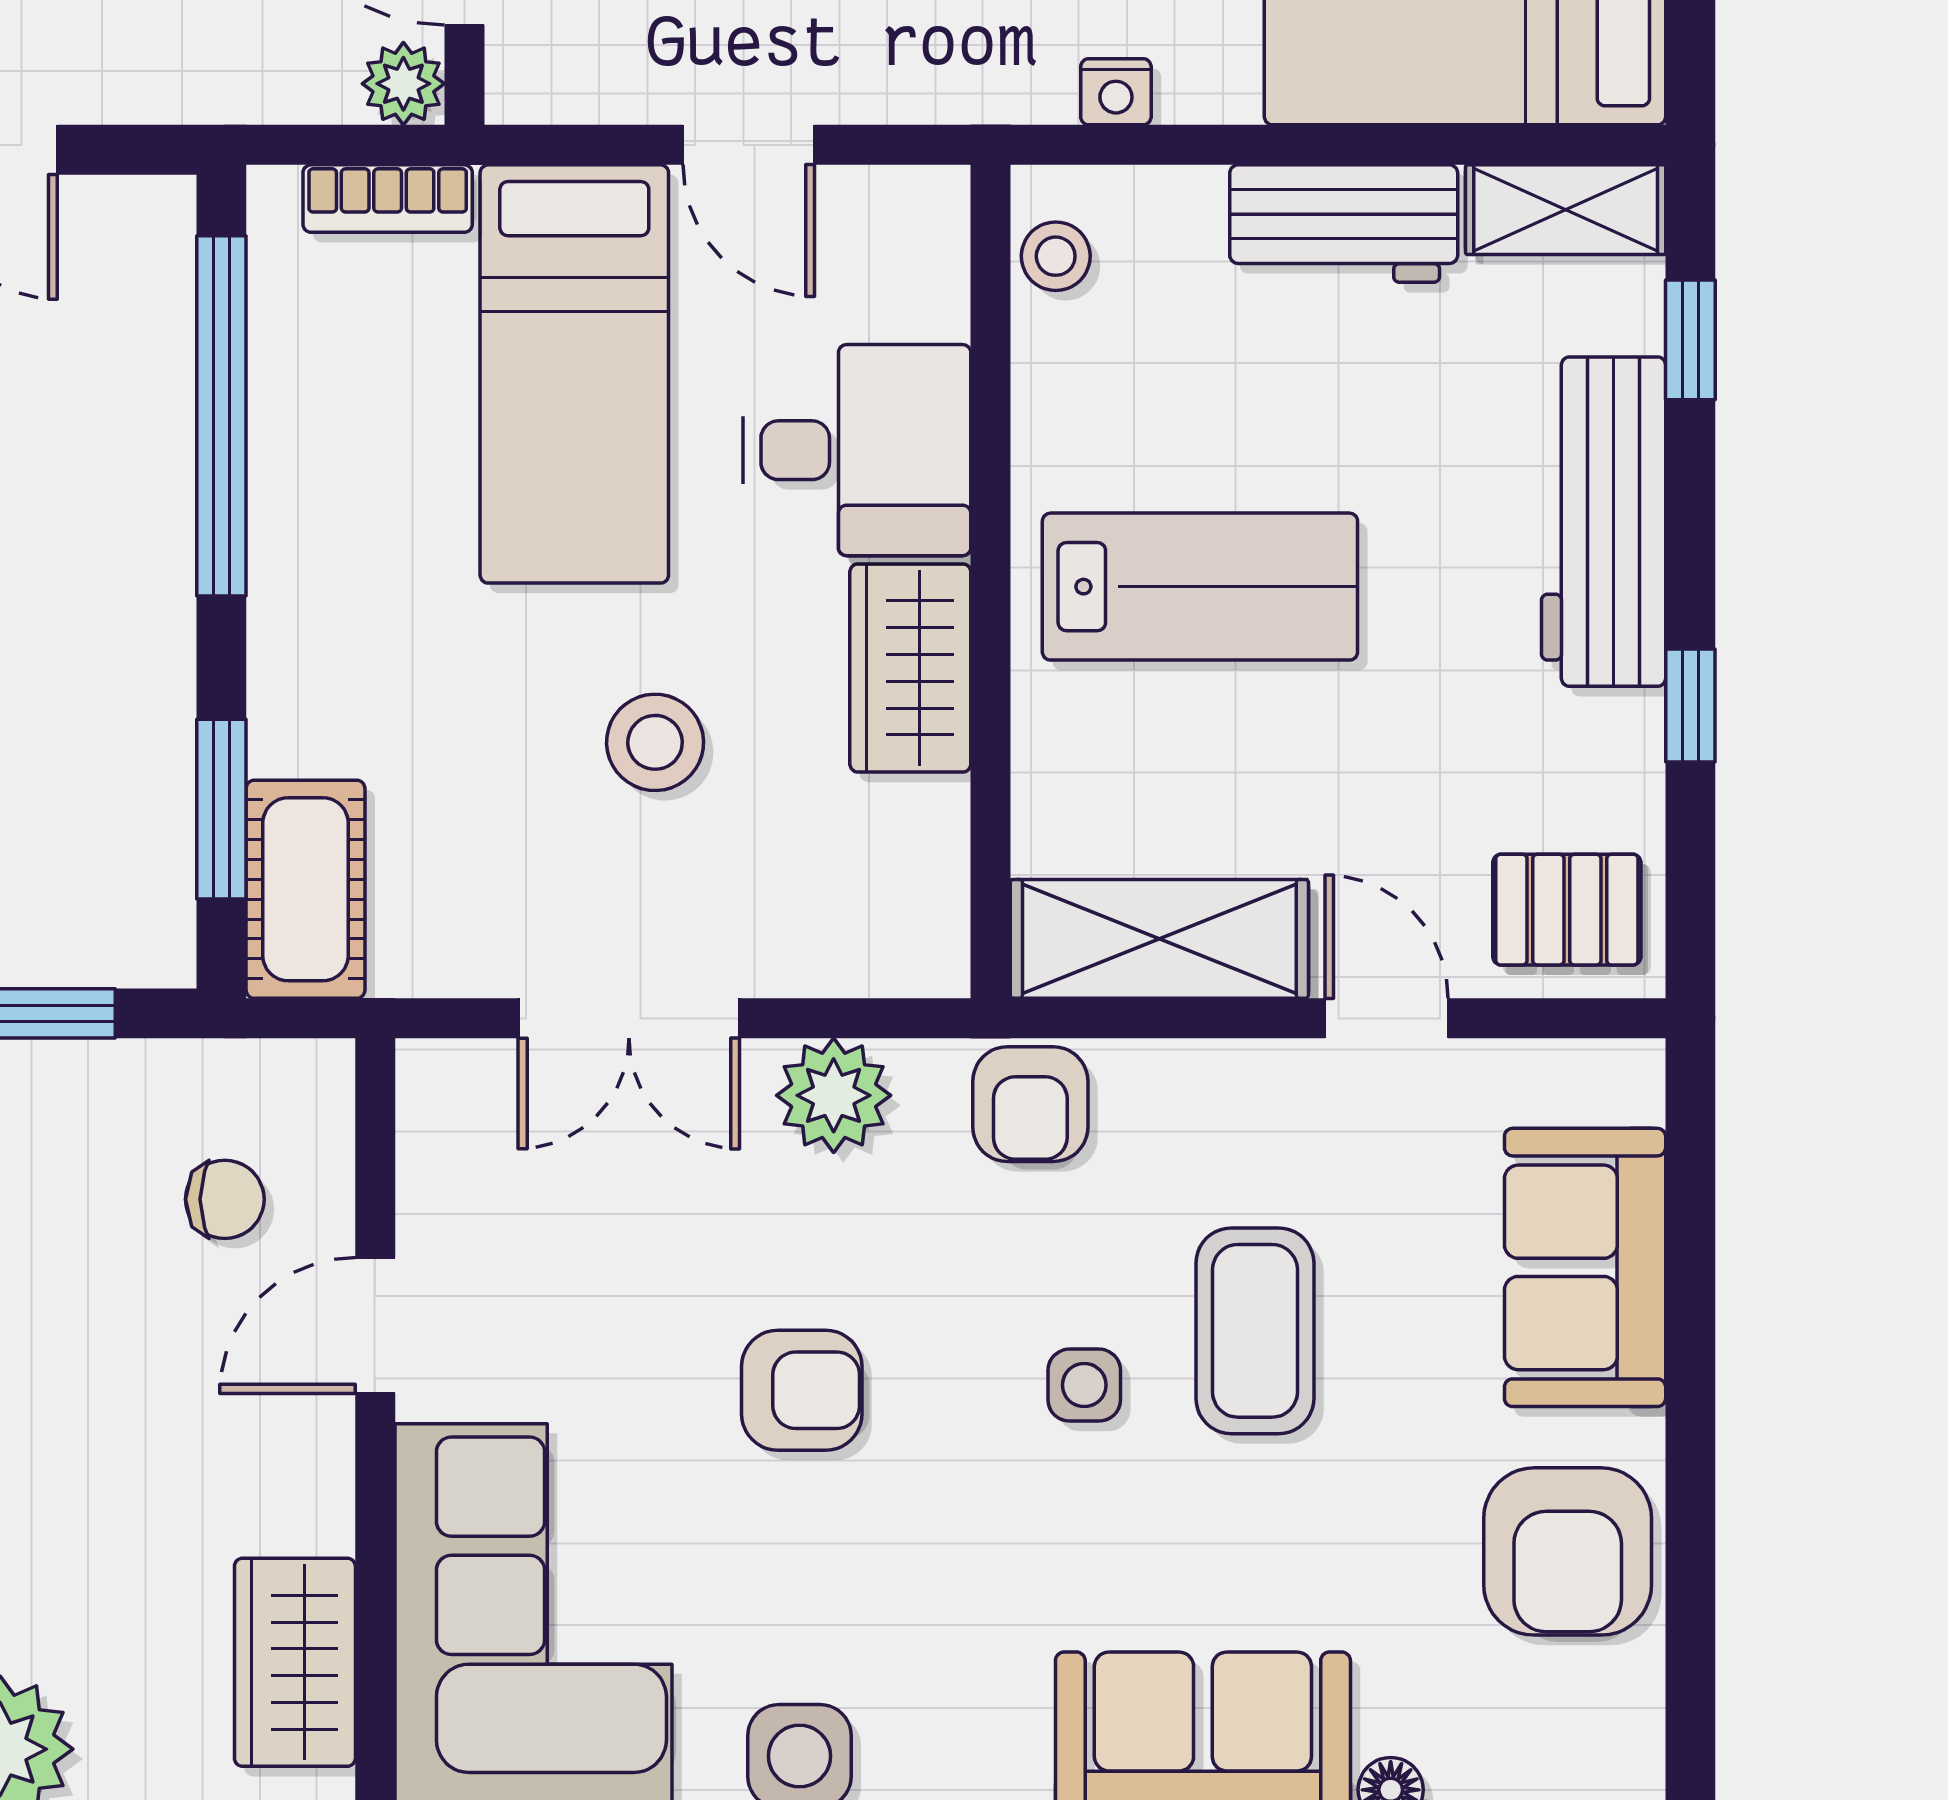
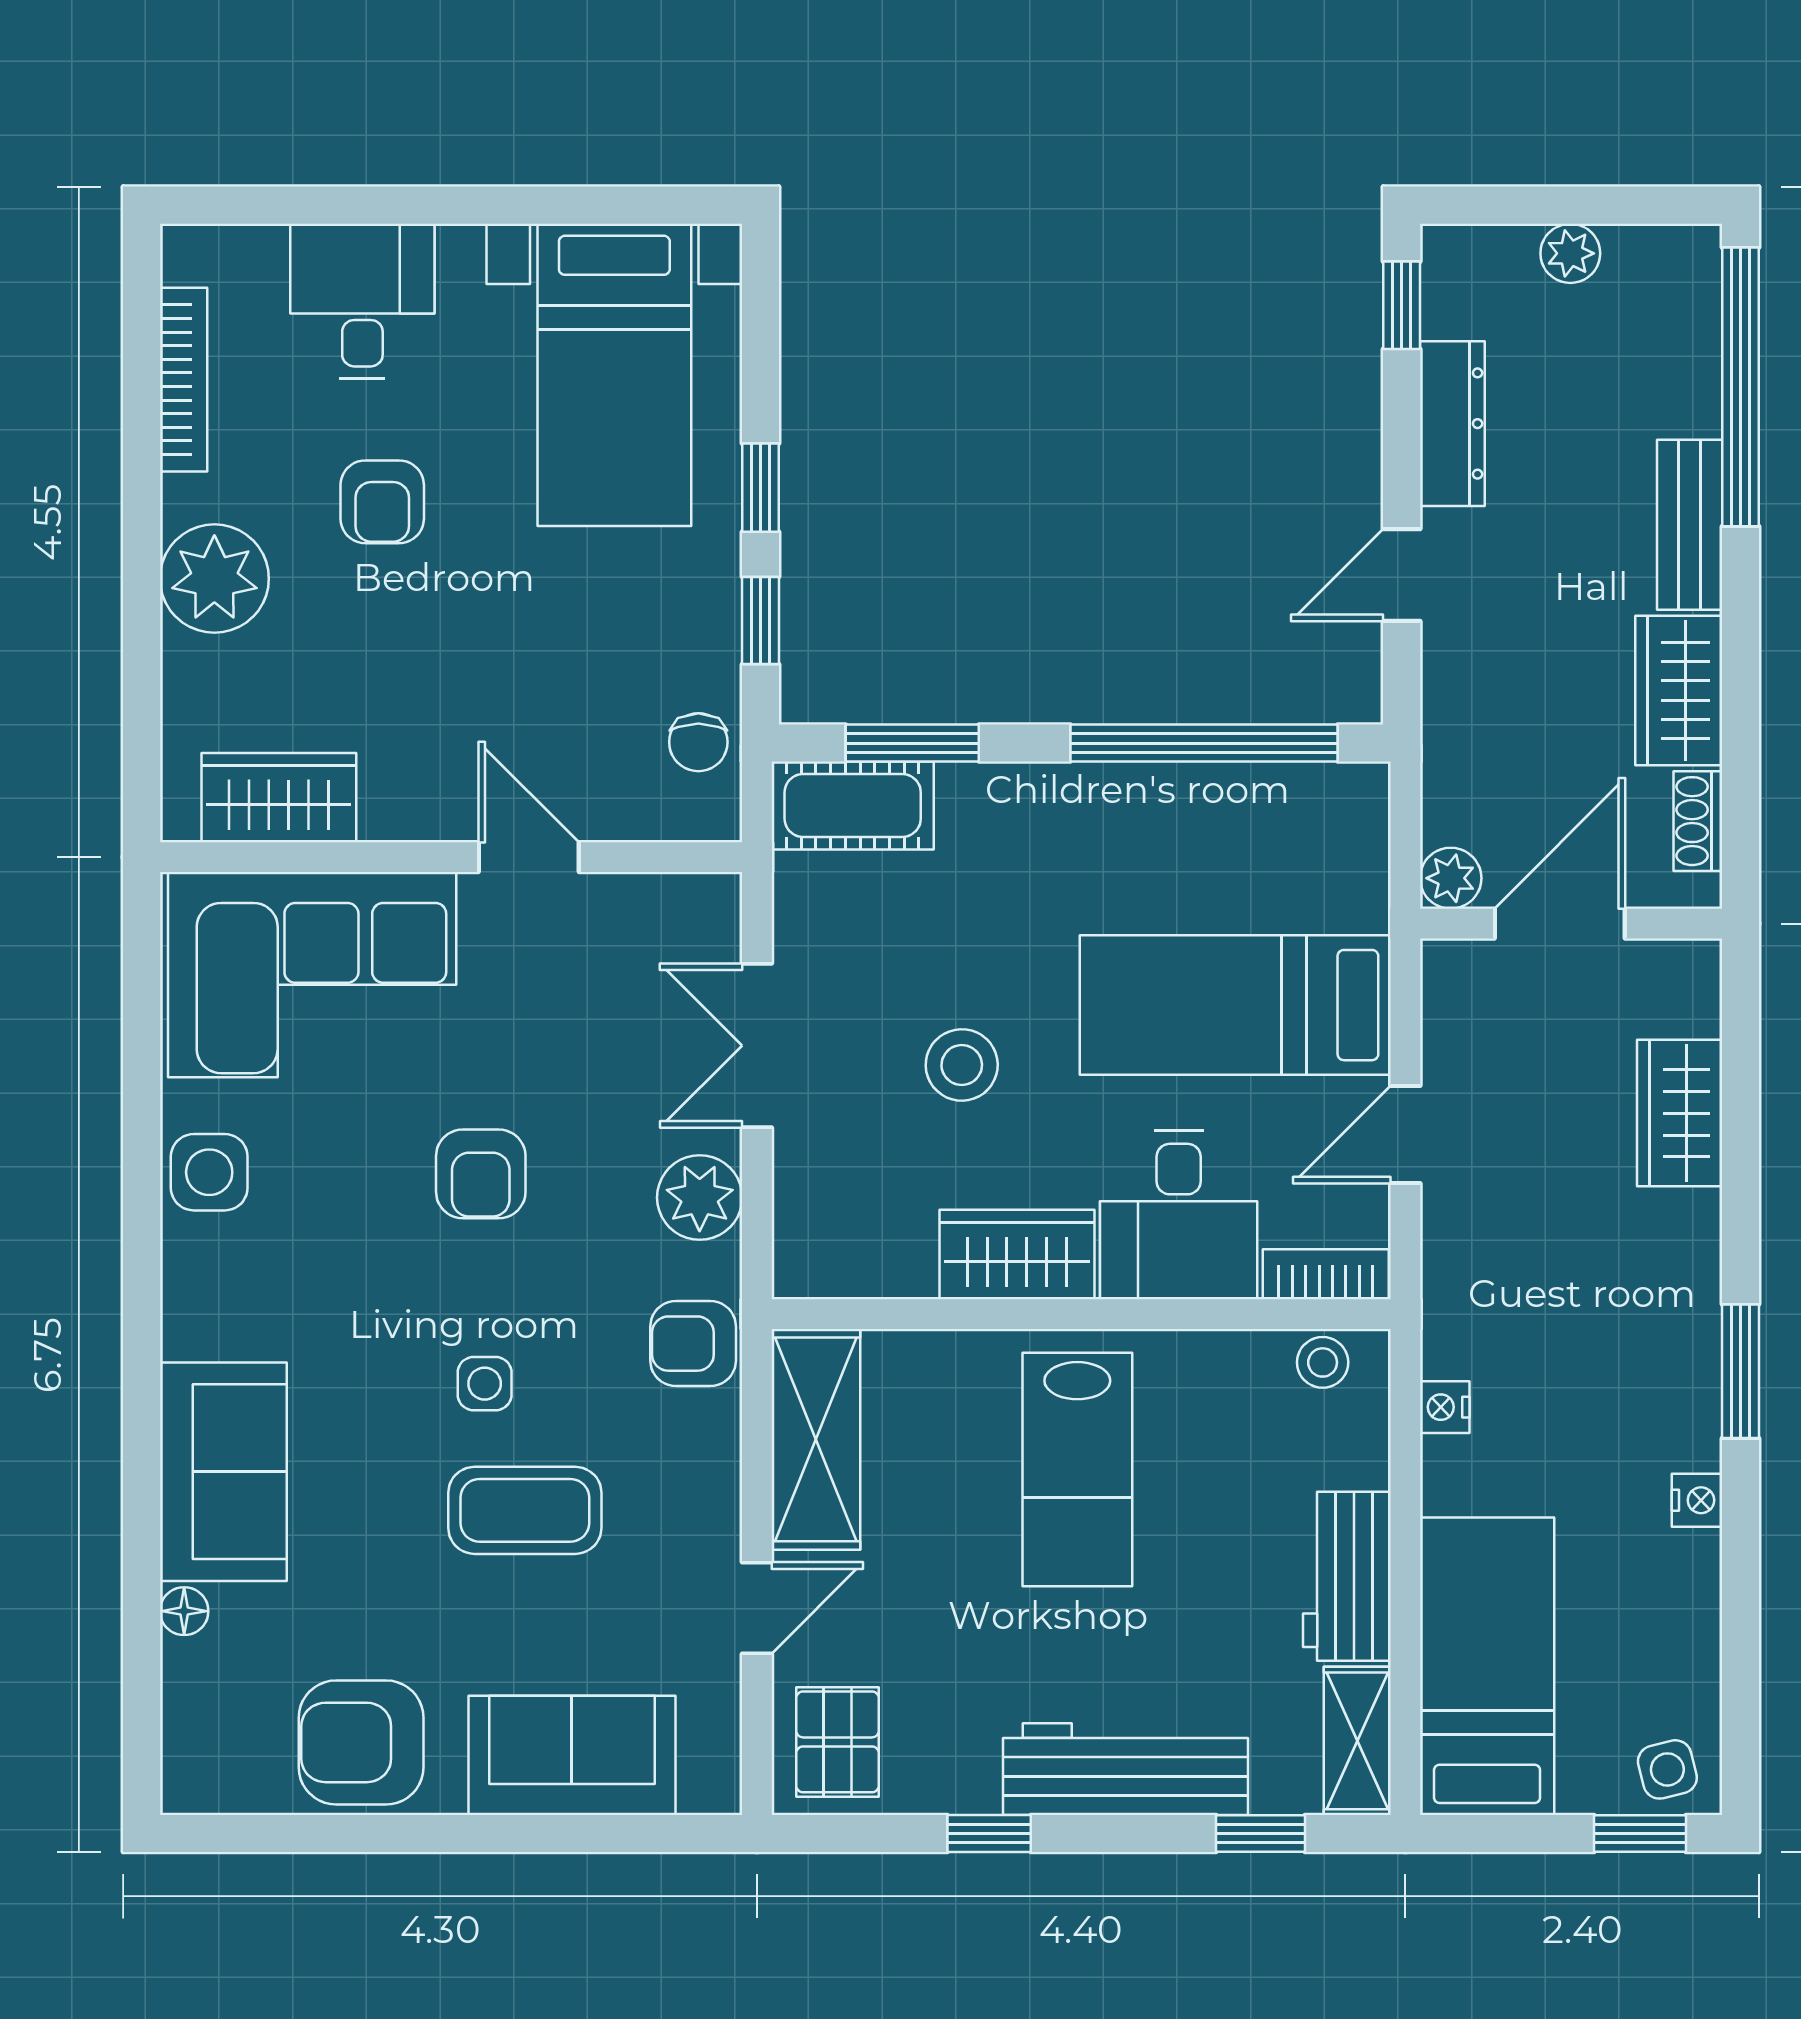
bookcase: (388, 199) -> (1326, 1274), moved, turned 90
chair: (225, 1199) -> (698, 742), moved

